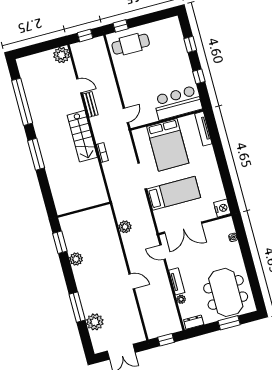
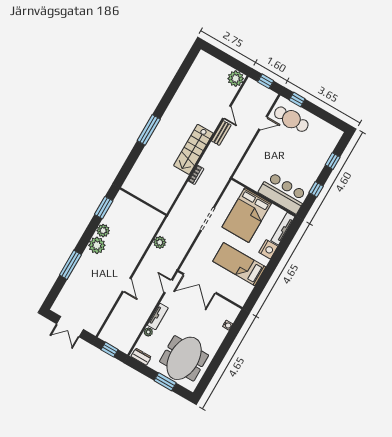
window: (22, 102) -> (176, 84), removed
door: (126, 115) -> (263, 123), moved
bed: (174, 193) -> (239, 264), moved, turned 180
nightstand: (222, 208) -> (268, 249), moved
plant: (95, 322) -> (97, 245), moved

